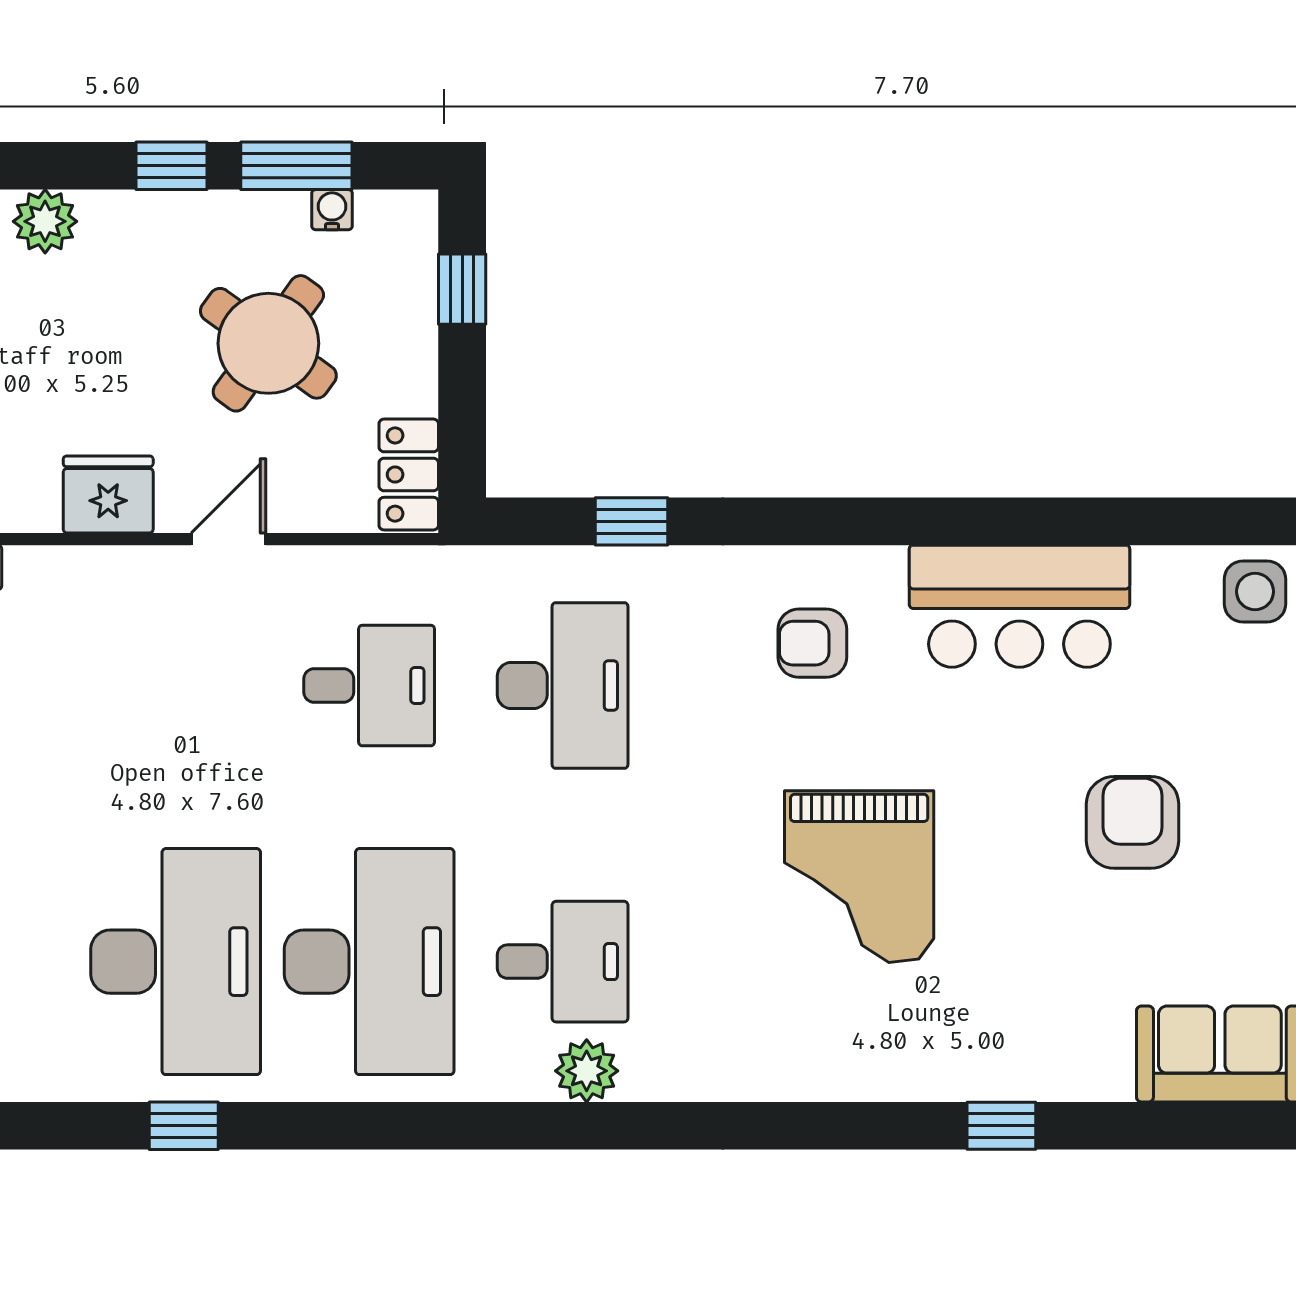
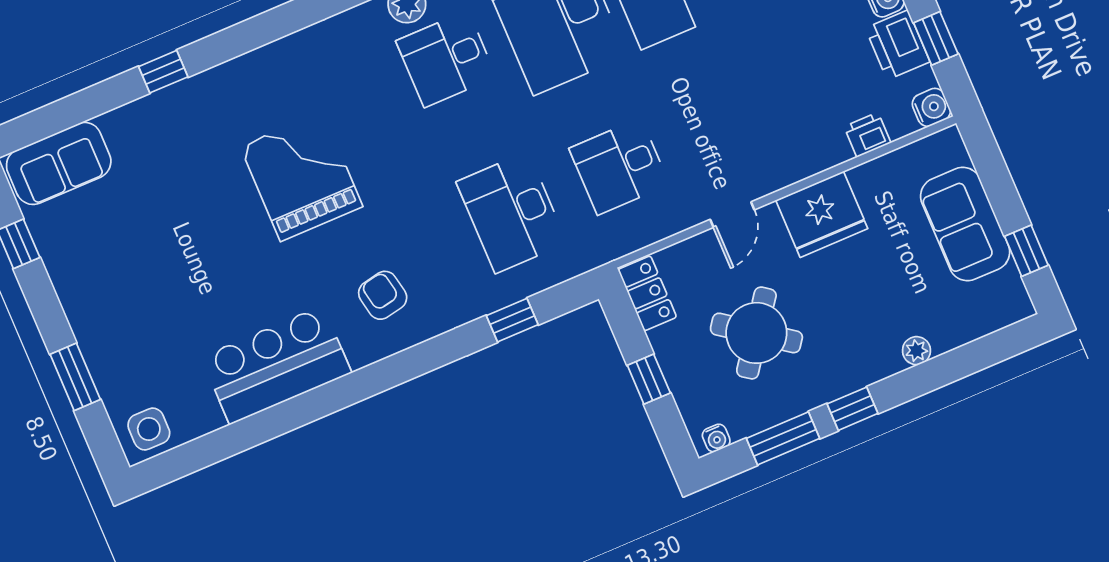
water cooler: (332, 210) -> (716, 438), moved
plant: (45, 221) -> (916, 351), width x0.73, depth x0.73
window: (462, 289) -> (649, 379), moved
fridge: (108, 495) -> (822, 214), width x1.36, depth x1.34
armchair: (812, 643) -> (383, 295), turned -101
armchair: (1132, 822) -> (162, 272), removed

